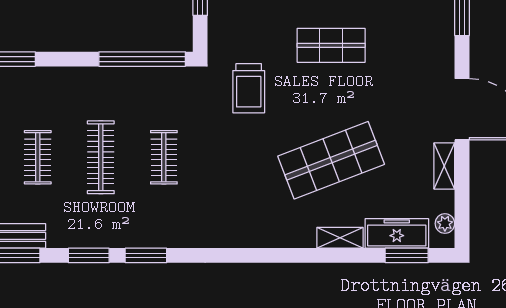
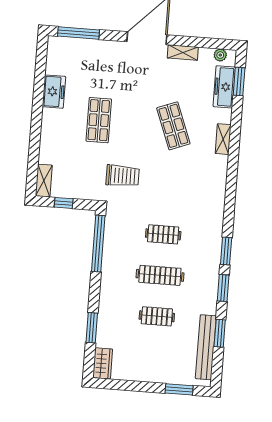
shop shelf: (331, 160) -> (173, 126), width x0.70, depth x0.74
shelving: (340, 238) -> (223, 139), moved

